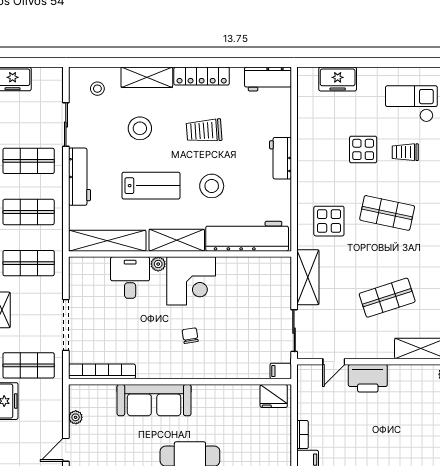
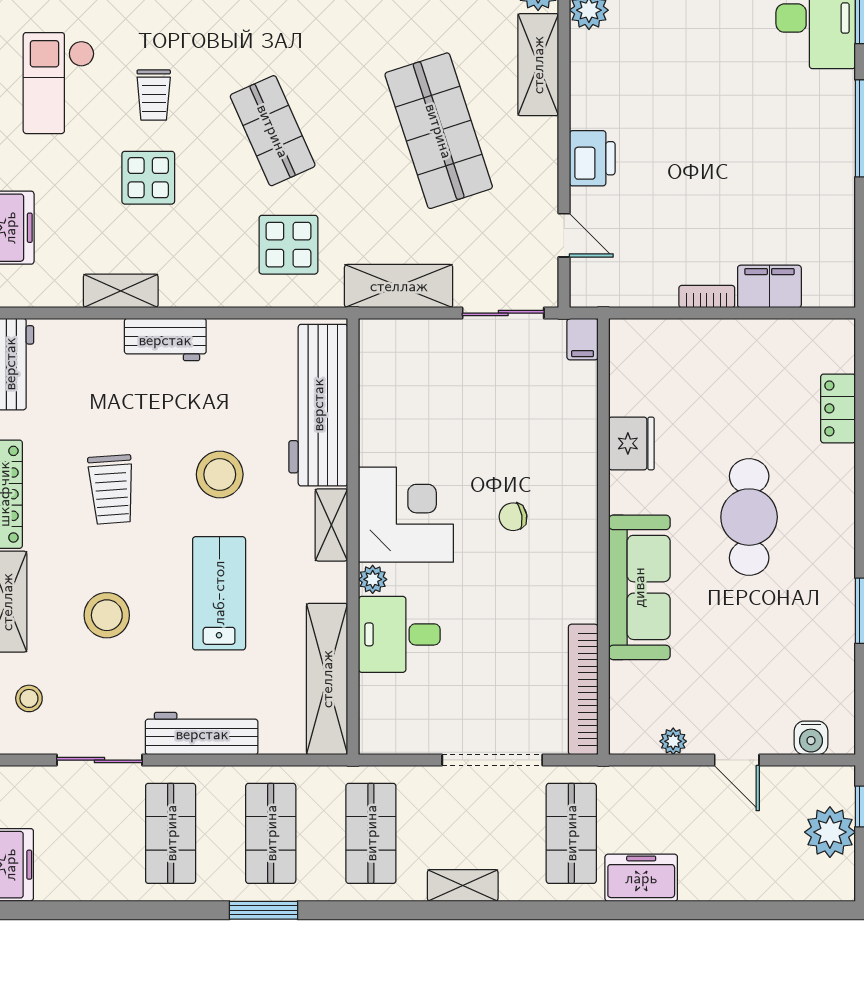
shelving: (305, 135) -> (121, 291), added
shop shelf: (387, 213) -> (273, 131), turned -36
shelving: (177, 240) -> (331, 525), width x0.67, depth x0.75
shop shelf: (387, 298) -> (439, 131), width x1.43, depth x1.36
printer: (368, 378) -> (592, 158), width x0.73, depth x0.84
fridge: (274, 396) -> (631, 443), moved

